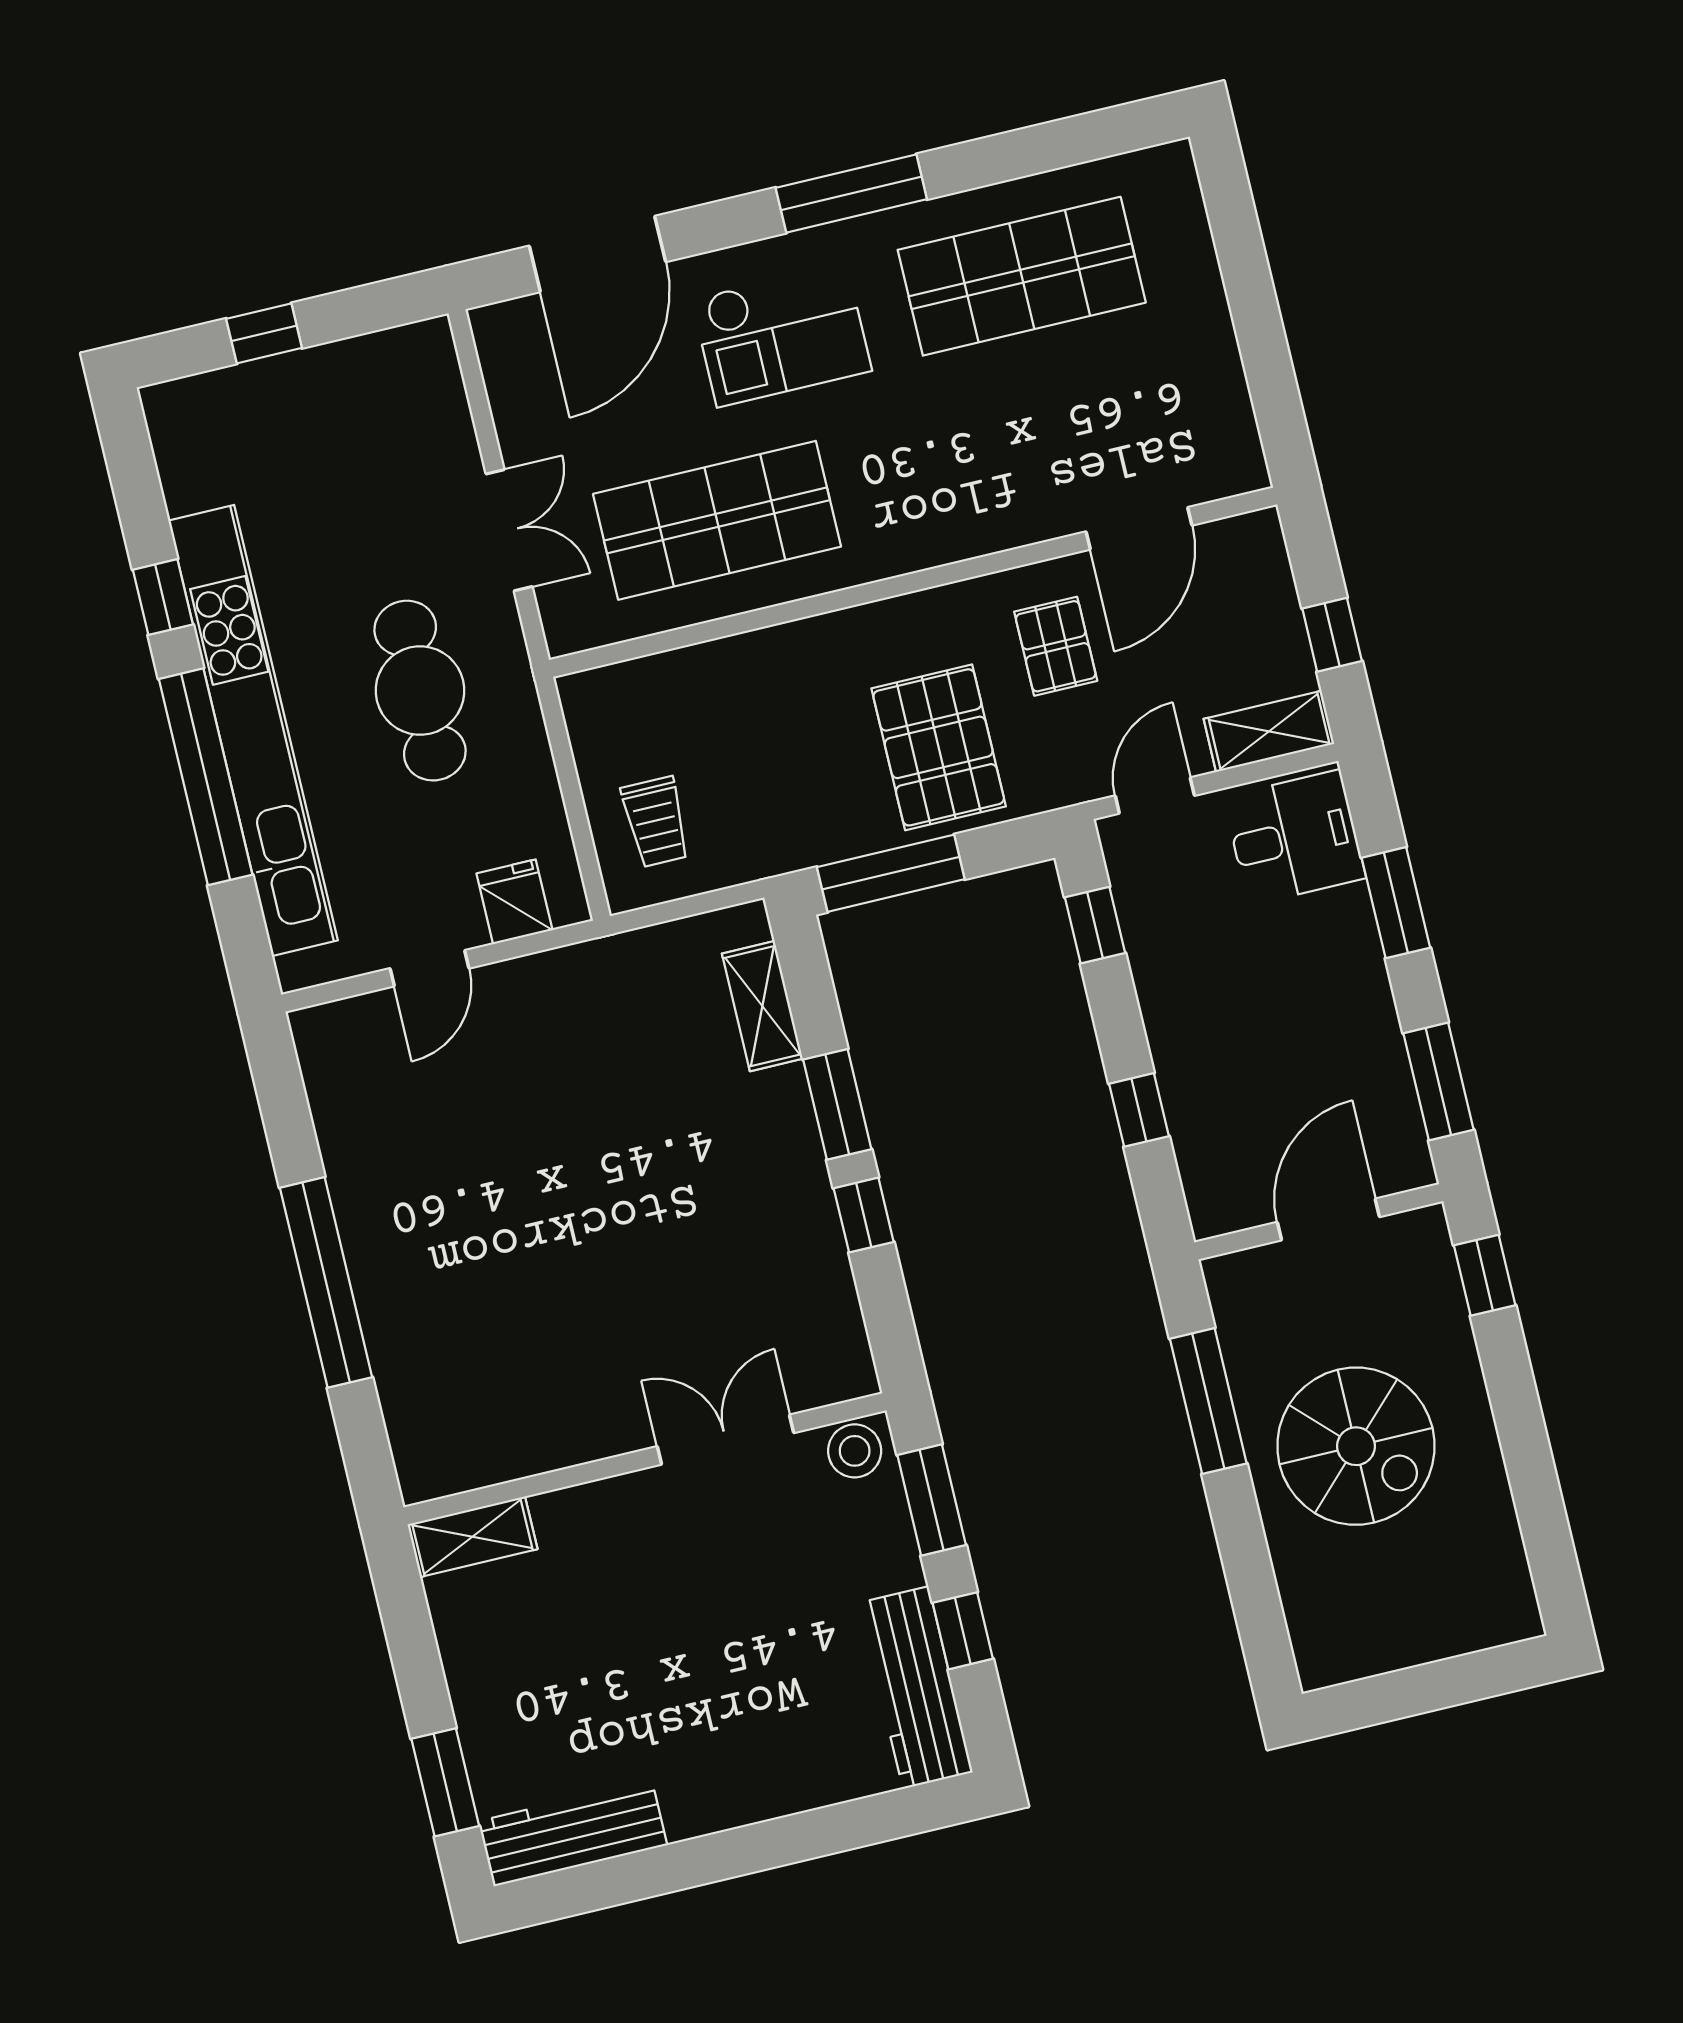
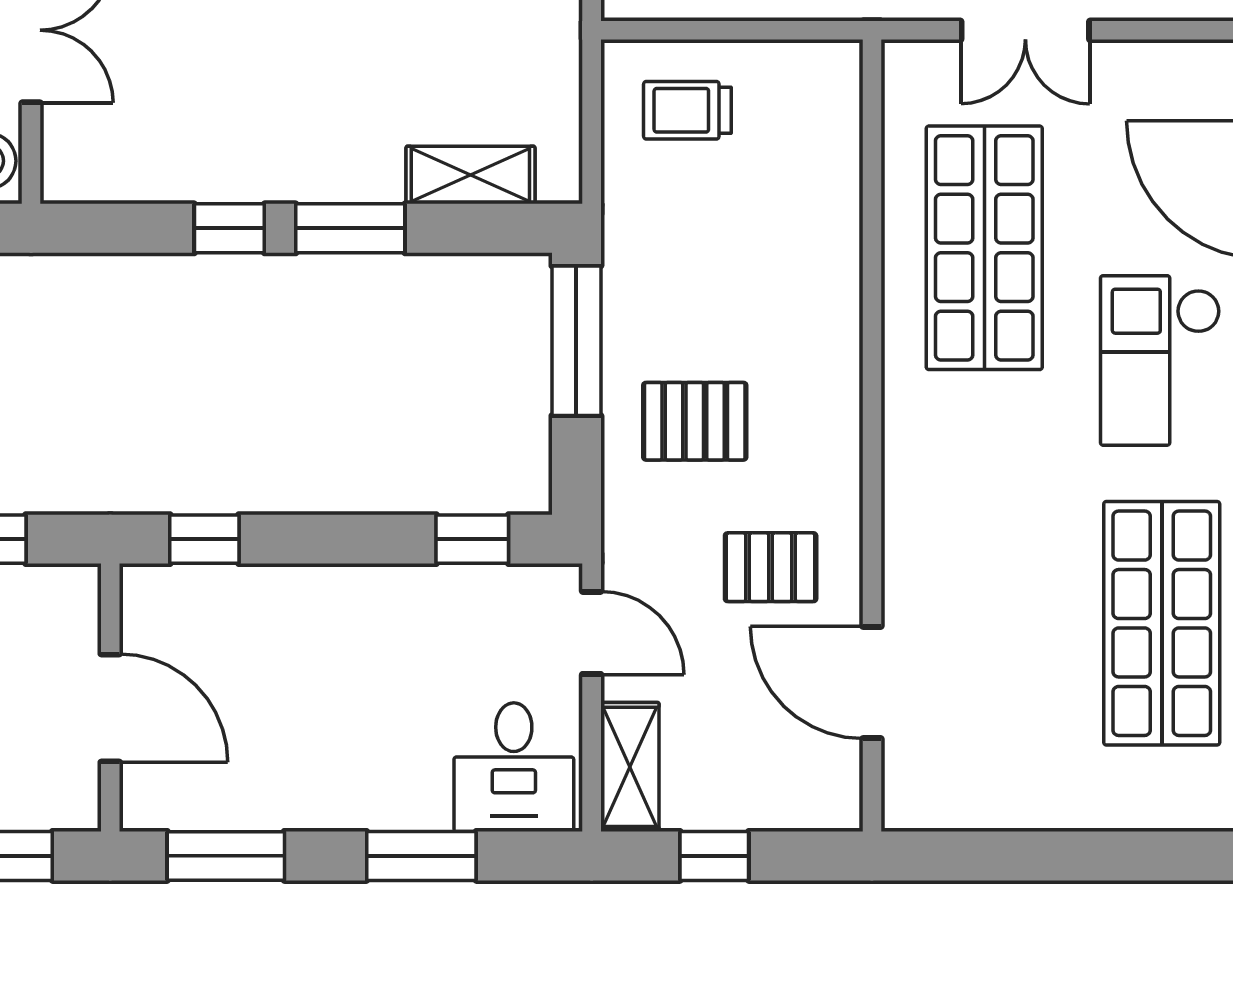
pallet: (939, 747) -> (695, 421), width x0.67, depth x0.71
window: (1139, 1110) -> (204, 539), moved

